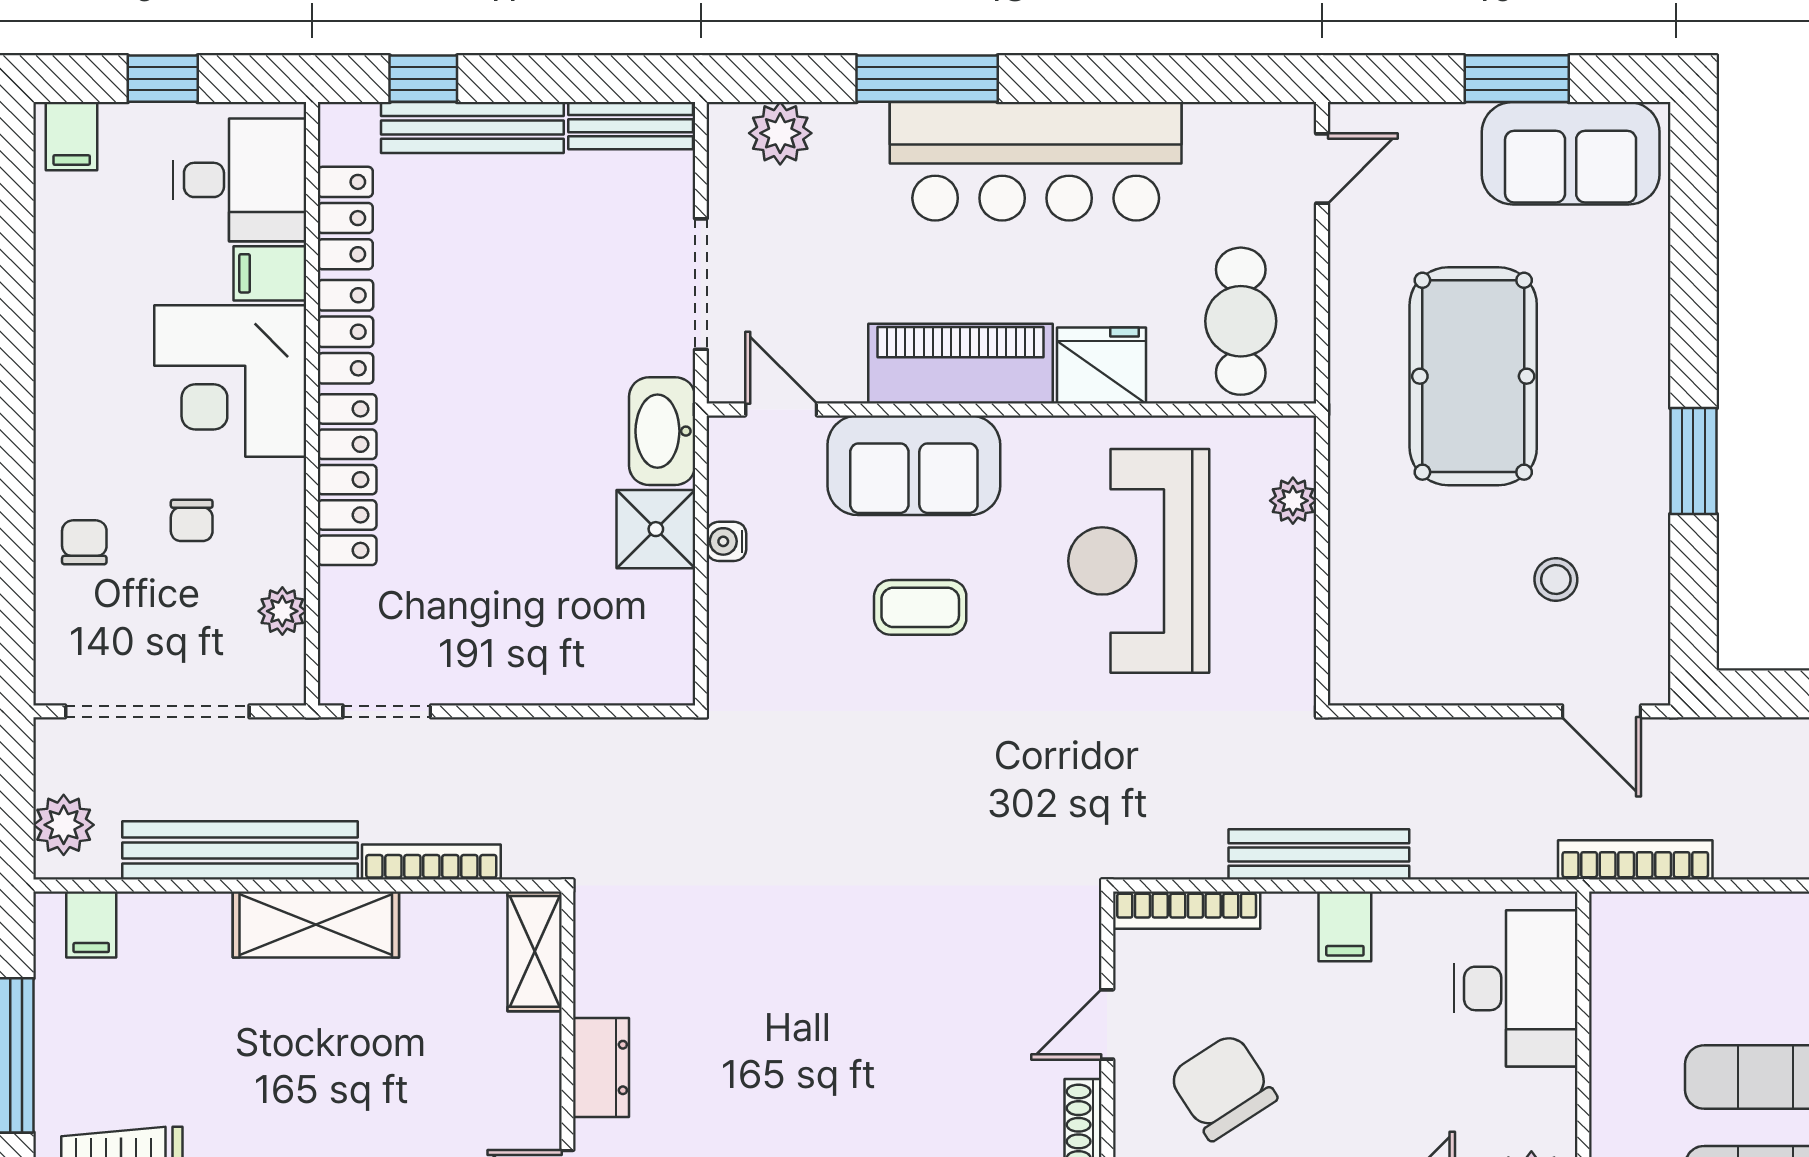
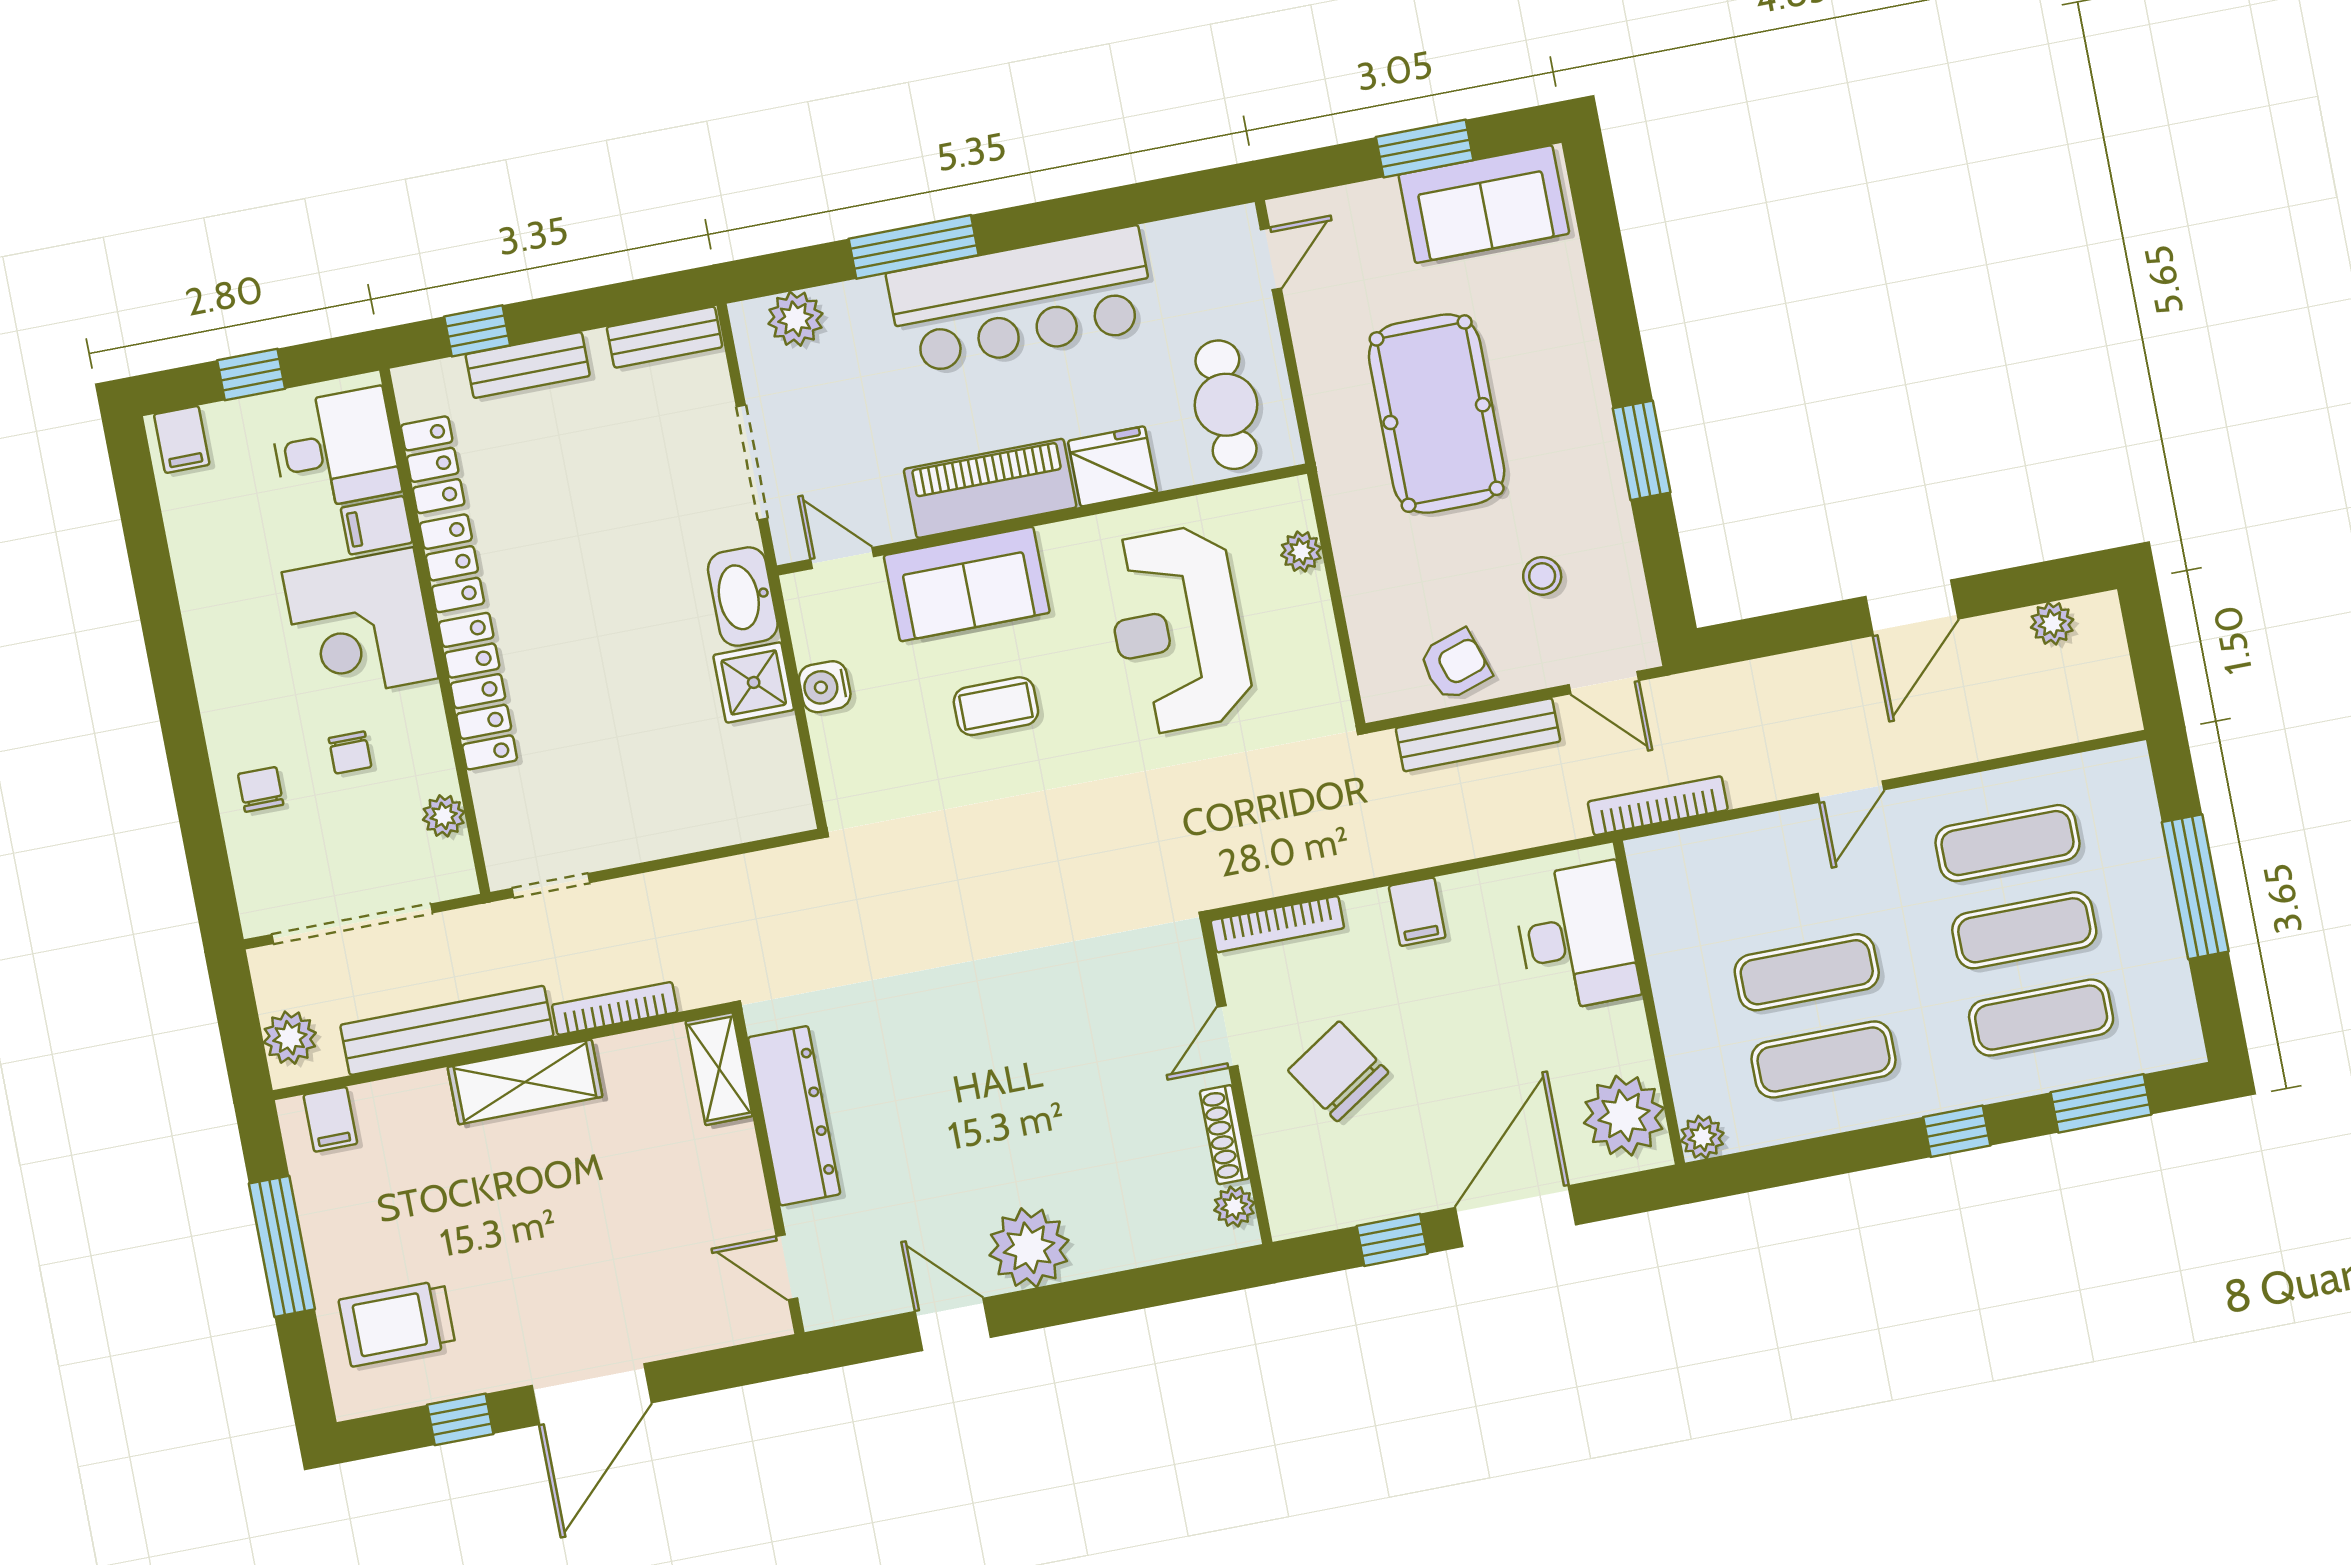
bench: (472, 127) -> (528, 365), width x0.73
water cooler: (726, 541) -> (825, 687), width x1.38, depth x1.38
armchair: (1440, 660) -> (1455, 665), added
bench: (1319, 854) -> (1478, 735), moved
dresser: (601, 1067) -> (794, 1116), width x1.96, depth x1.24

